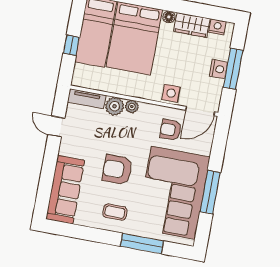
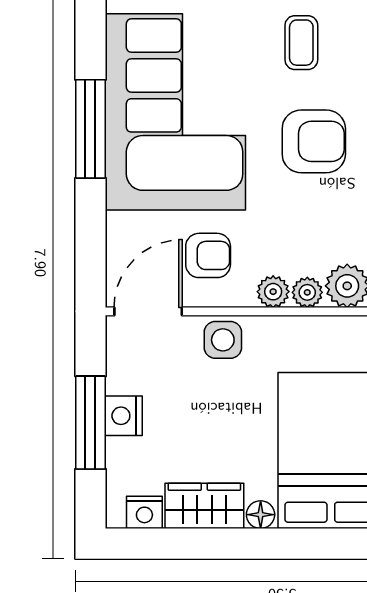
plant: (146, 110) -> (273, 292), added
coffee table: (115, 212) -> (301, 43), turned 90

